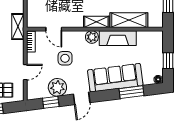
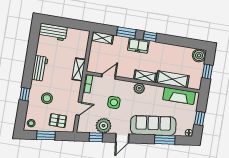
door: (54, 29) -> (109, 76), swing flipped
fireplace: (118, 38) -> (179, 96), moved

